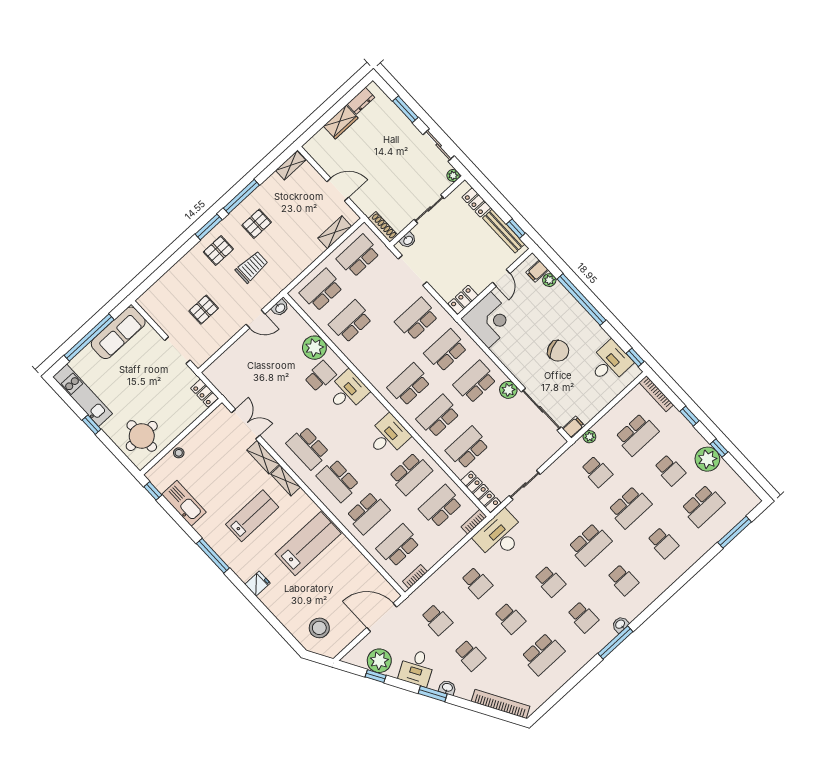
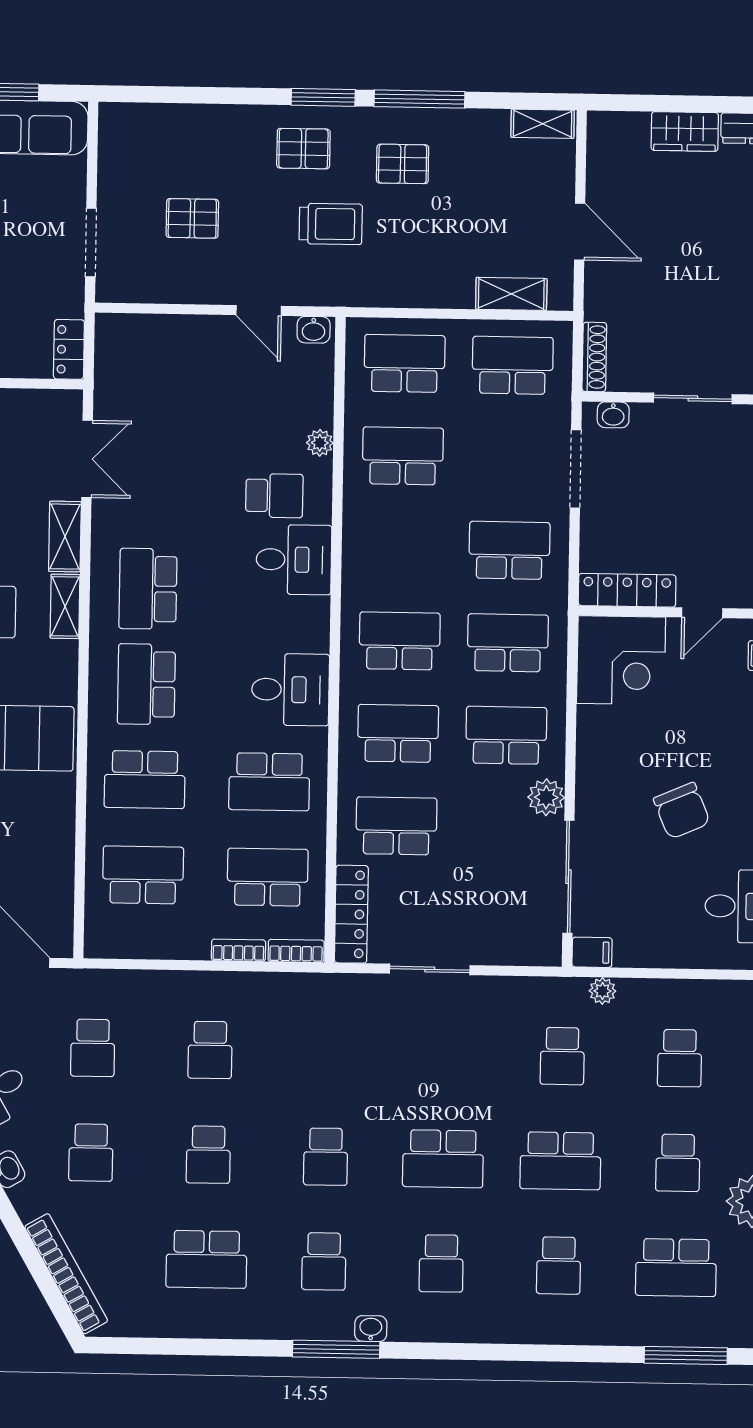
locker: (463, 300) -> (627, 590), width x1.53
plant: (314, 348) -> (320, 443), width x0.53, depth x0.53
school desk: (637, 434) -> (680, 1058), width x0.54
desk: (500, 535) -> (316, 1011), removed
bookcase: (415, 577) -> (238, 950), moved

